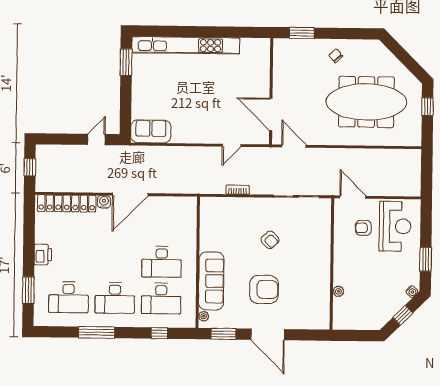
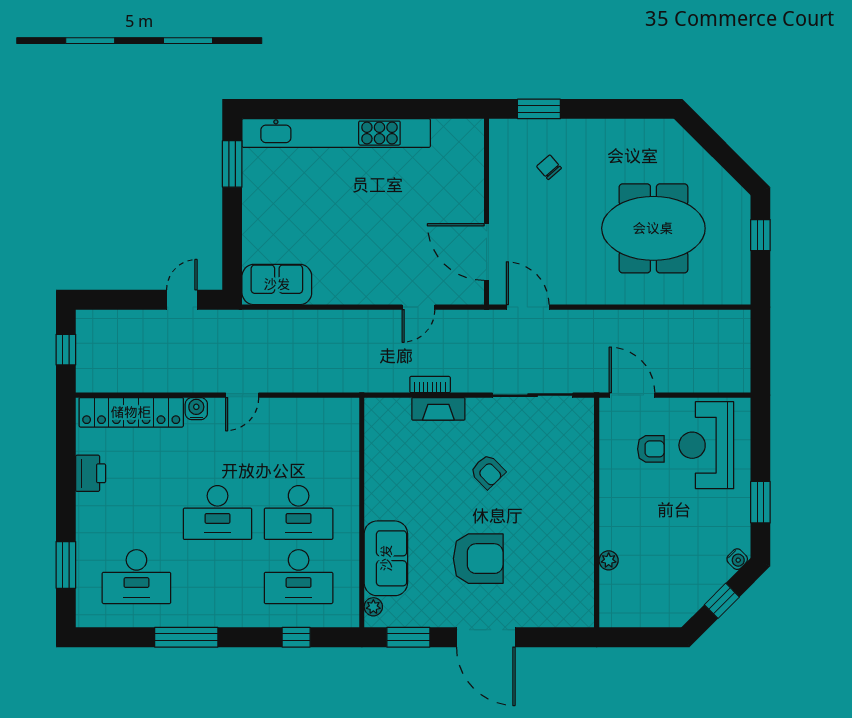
chair: (336, 56) -> (549, 167), moved
meeting table: (366, 102) -> (653, 228), width x0.73
door: (130, 194) -> (242, 395), width x0.53
fireplace: (242, 204) -> (438, 409), added
reception desk: (395, 226) -> (706, 445), turned 180
armchair: (363, 228) -> (651, 449), turned 180
printer: (43, 255) -> (91, 473), moved
sofa: (211, 281) -> (386, 558), width x0.73
desk: (115, 298) -> (217, 513), moved

